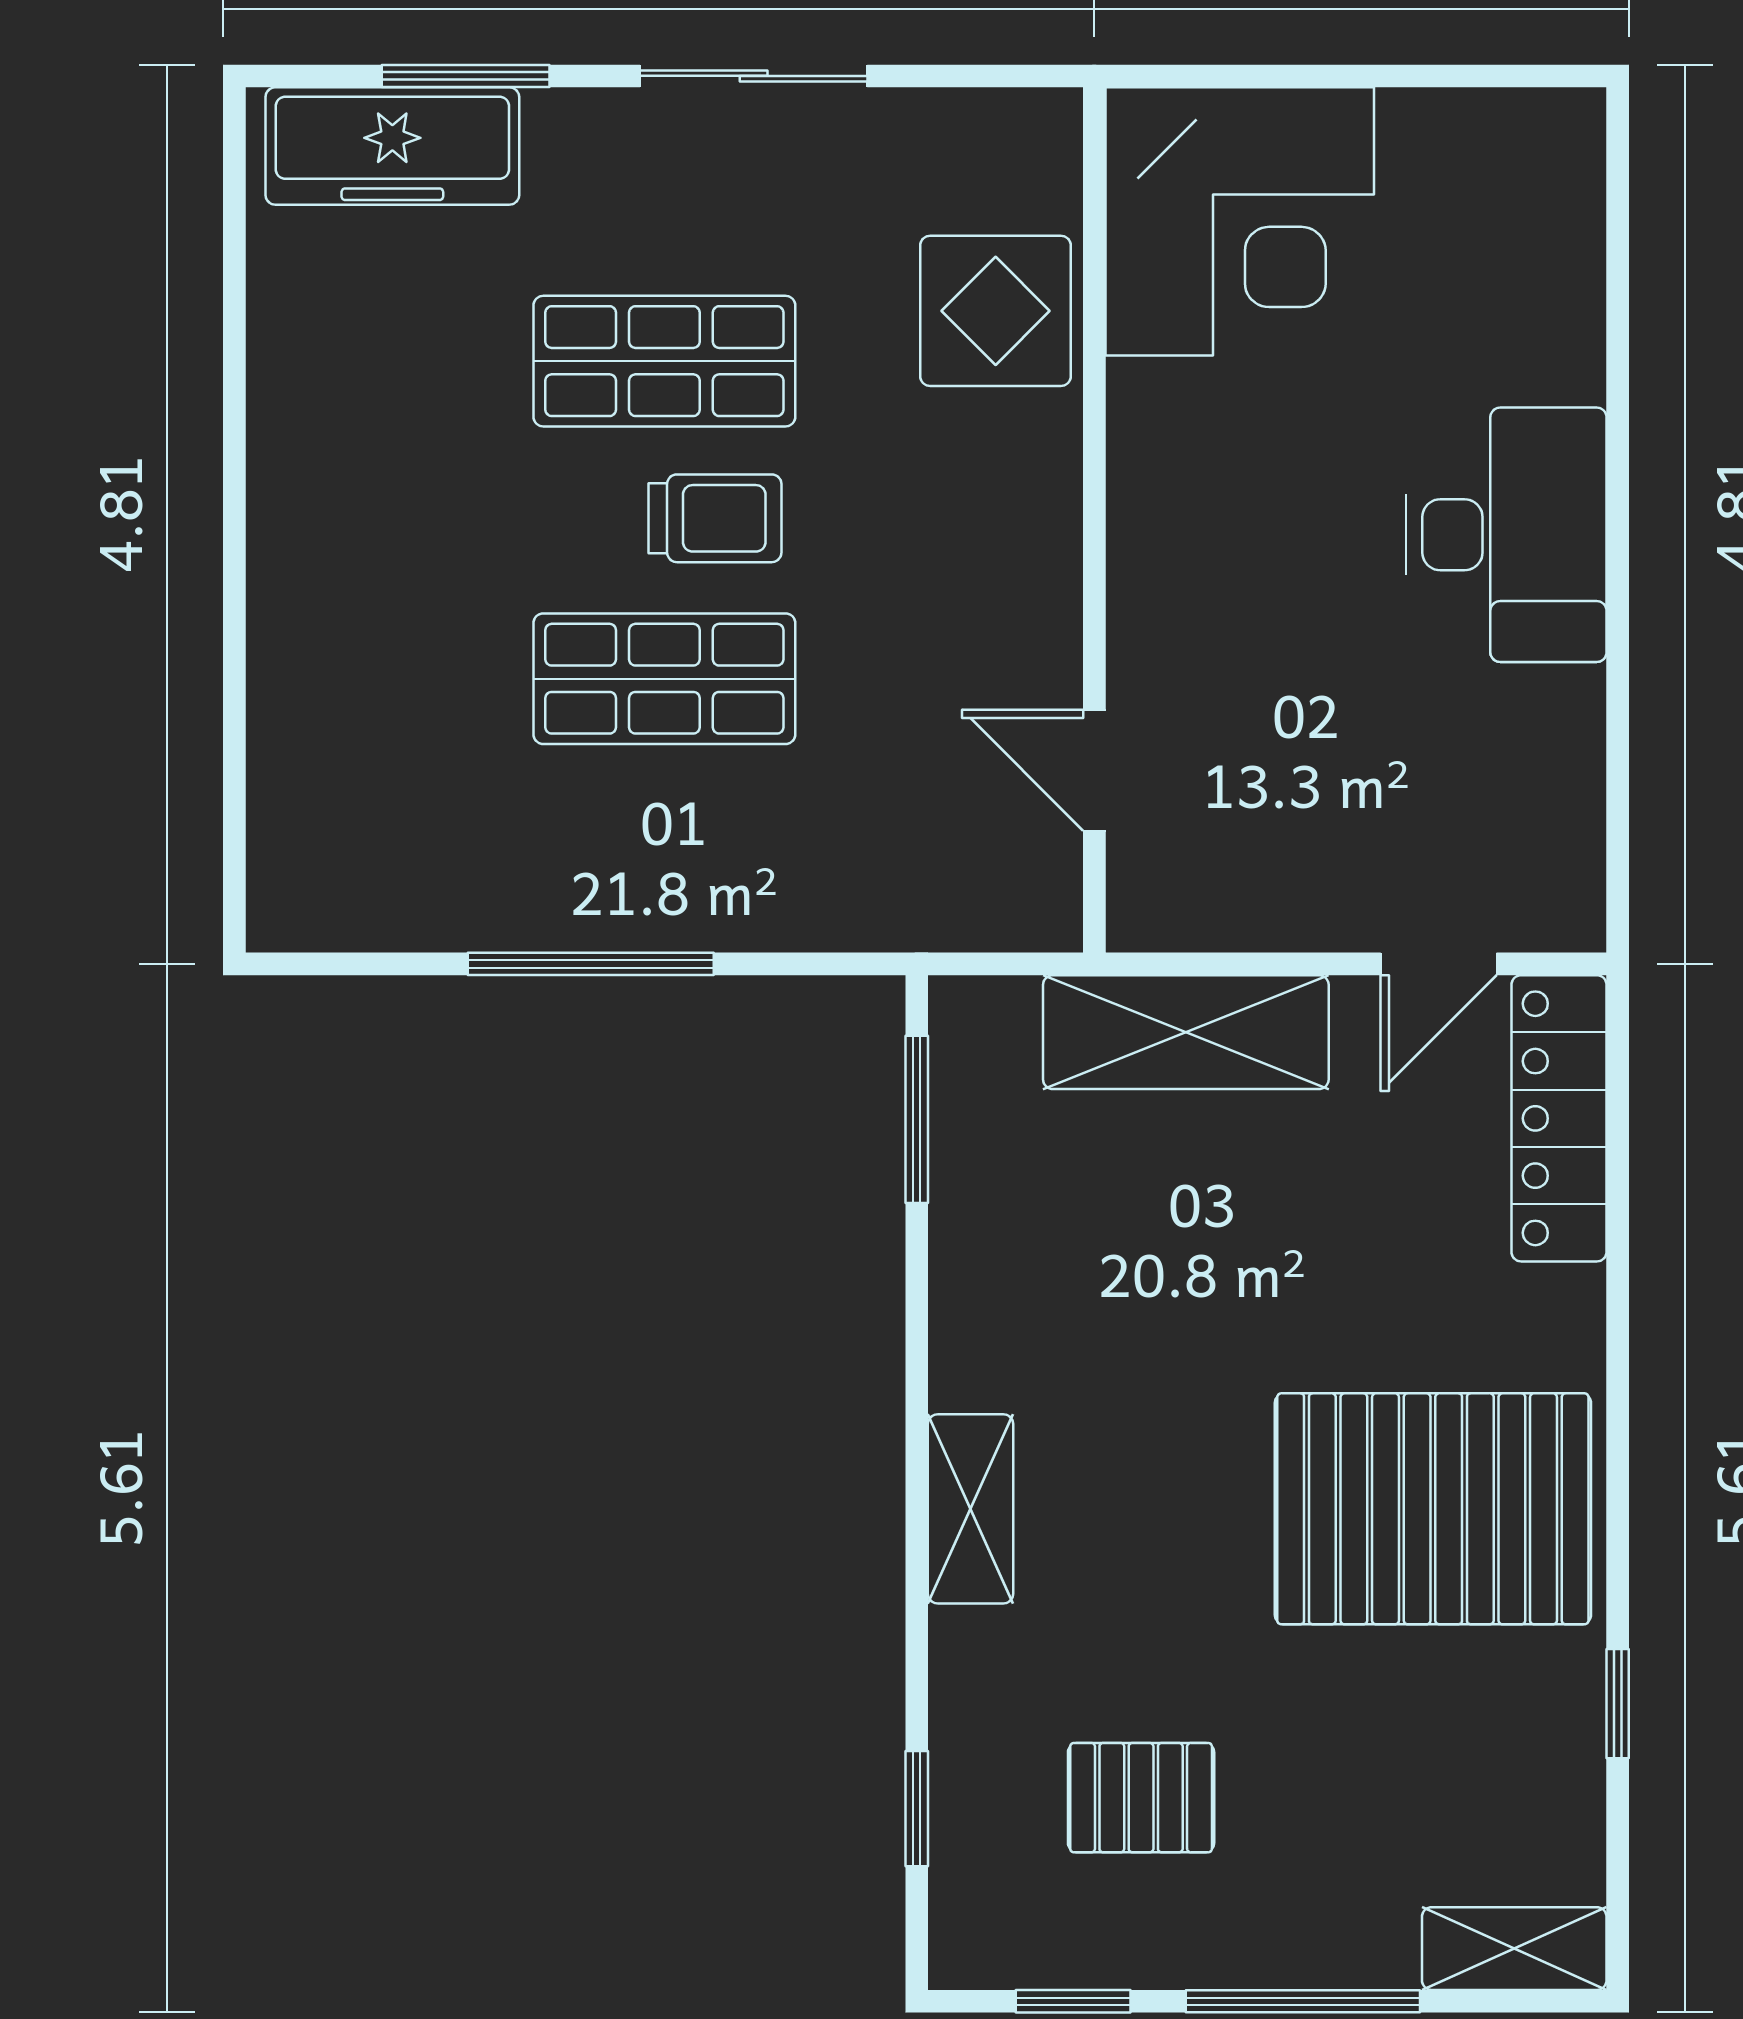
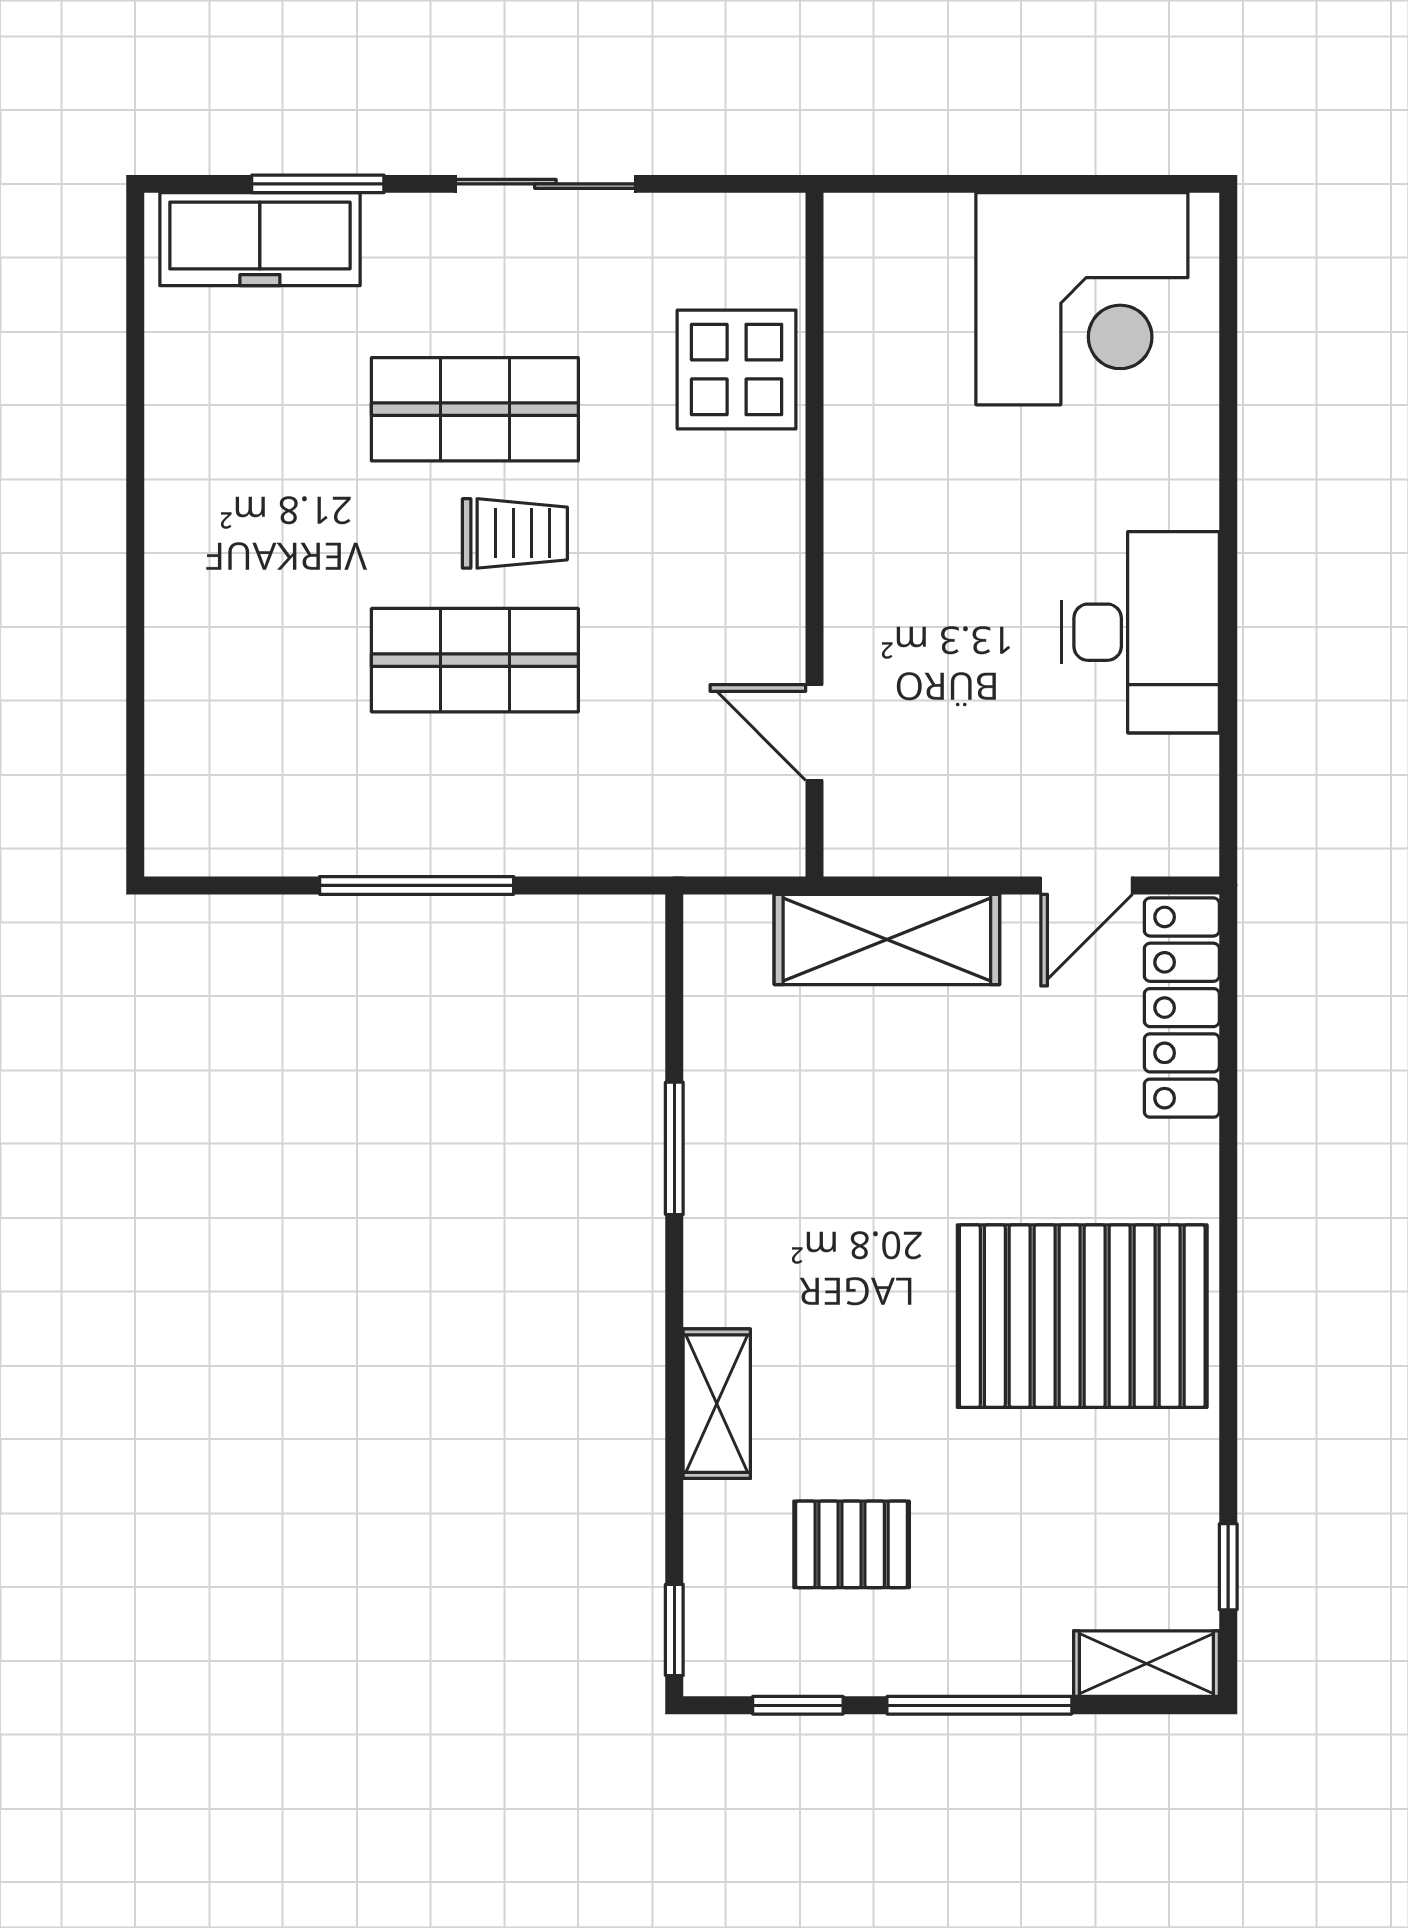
corner desk: (1240, 221) -> (1082, 299), moved
desk: (1506, 535) -> (1140, 632), moved
window: (917, 1119) -> (674, 1148), moved
shelving: (971, 1509) -> (717, 1404), moved
window: (1618, 1704) -> (1228, 1567), moved
window: (917, 1809) -> (674, 1630), moved

